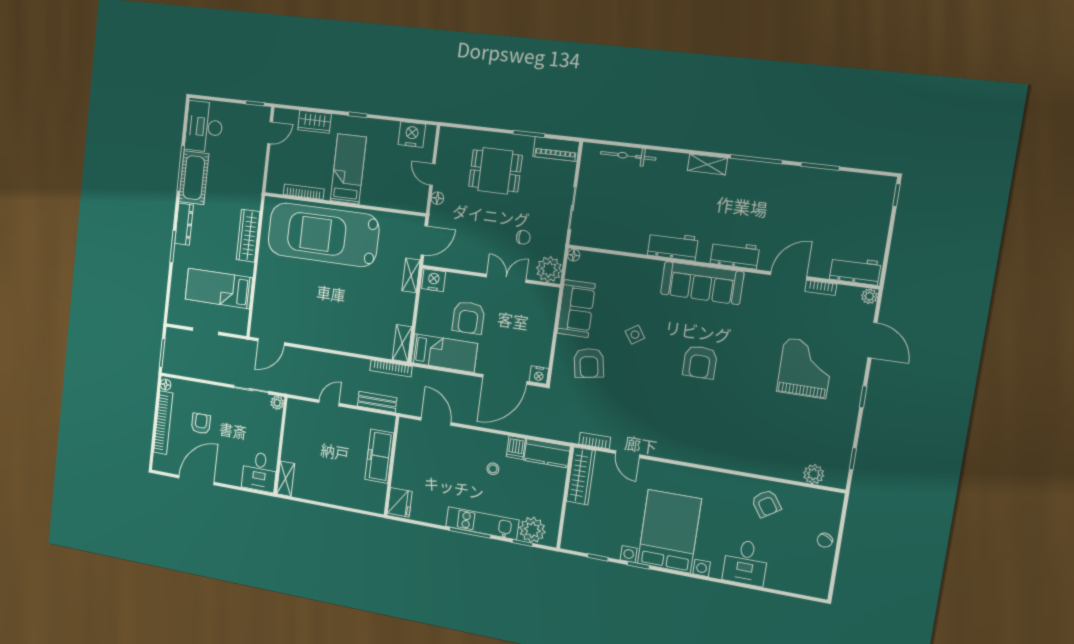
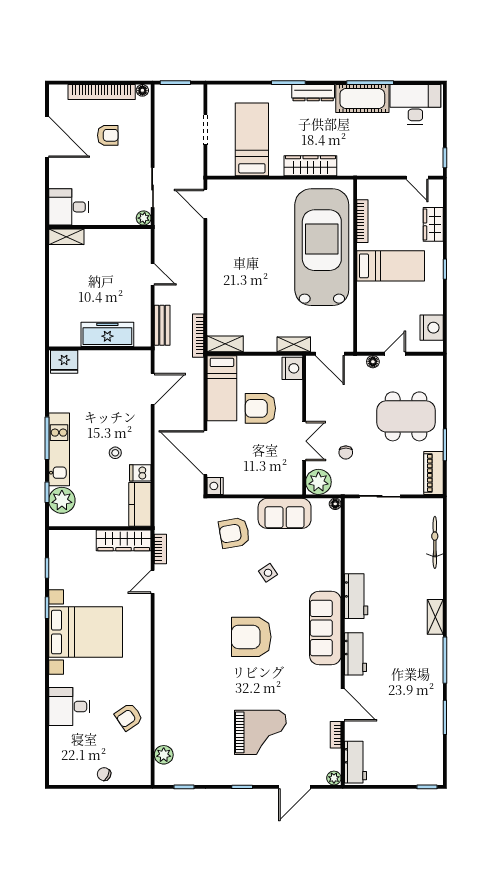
dining table: (495, 171) -> (406, 416), width x1.38
armchair: (700, 362) -> (251, 637), width x1.36, depth x1.36

